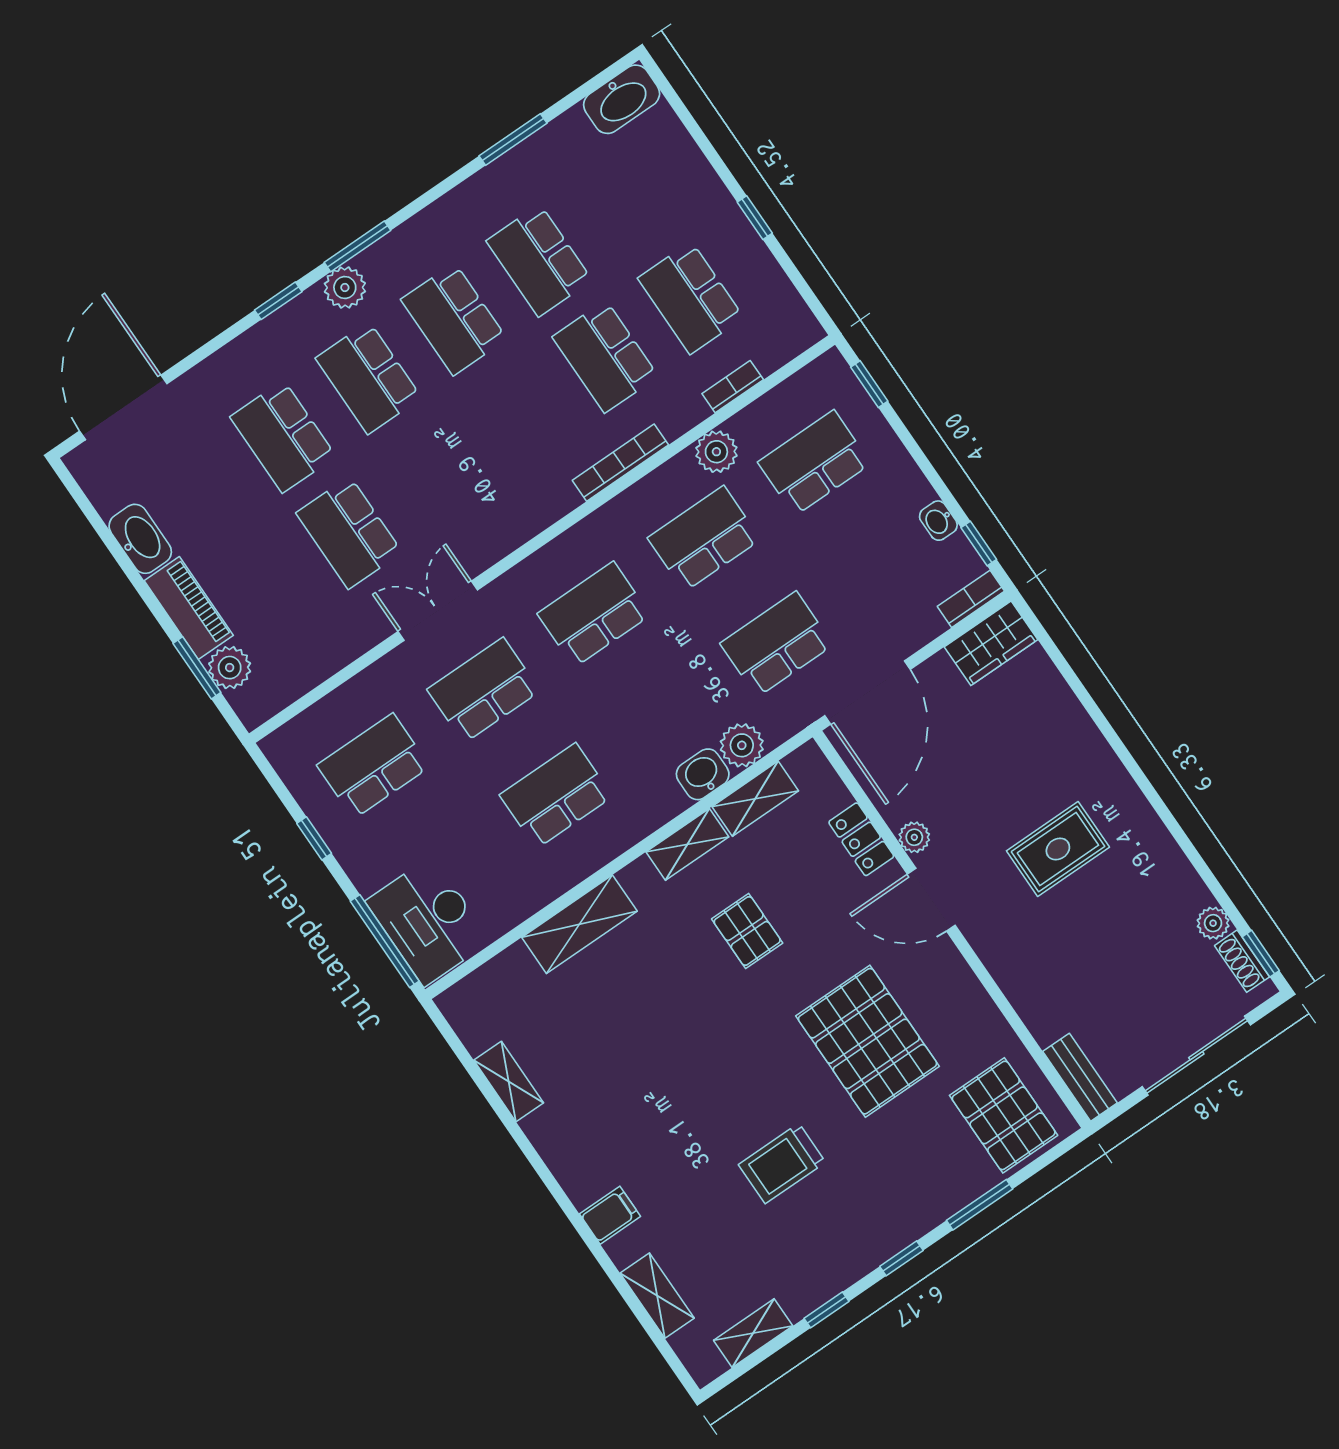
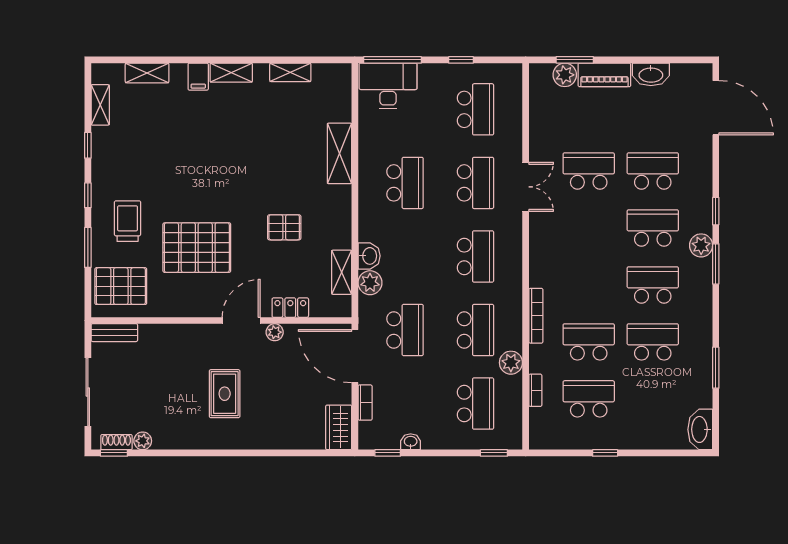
bookcase: (971, 599) -> (365, 403), moved
shelving: (687, 844) -> (231, 73), moved, turned 90
trolley: (782, 1163) -> (128, 221), moved

